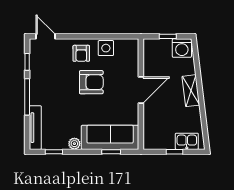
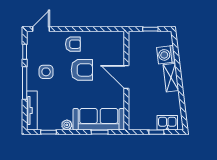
door: (46, 36) -> (41, 29), hinge flipped
side table: (106, 48) -> (46, 72), moved
washing machine: (182, 48) -> (166, 55), moved, turned 83
armchair: (81, 53) -> (73, 44), turned -90
door: (141, 90) -> (126, 77), swing flipped

